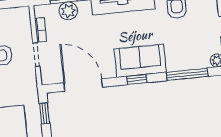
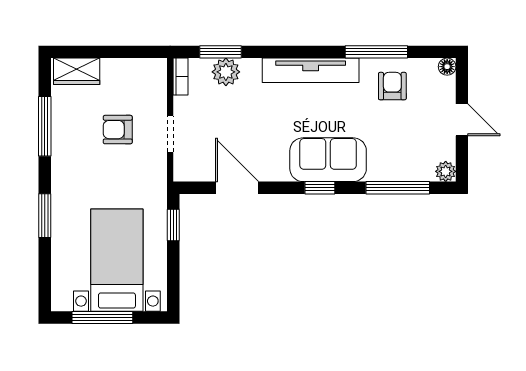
bookcase: (41, 30) -> (181, 77), moved
door: (83, 85) -> (237, 188), width x0.73

